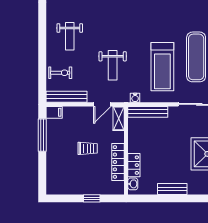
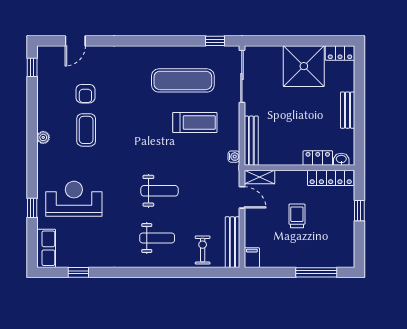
weight bench: (113, 65) -> (159, 191), moved
treadmill: (162, 67) -> (195, 122), width x0.73, depth x0.73
window: (42, 135) -> (316, 272), moved
locker: (118, 162) -> (331, 178), moved

